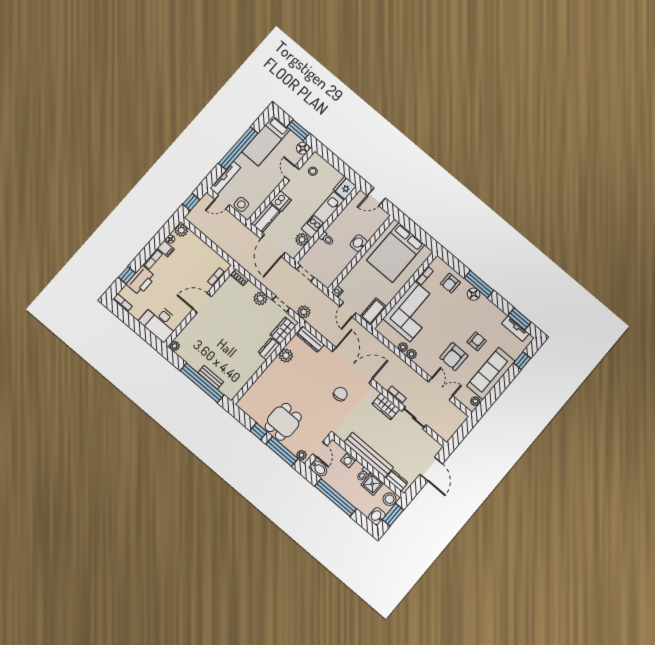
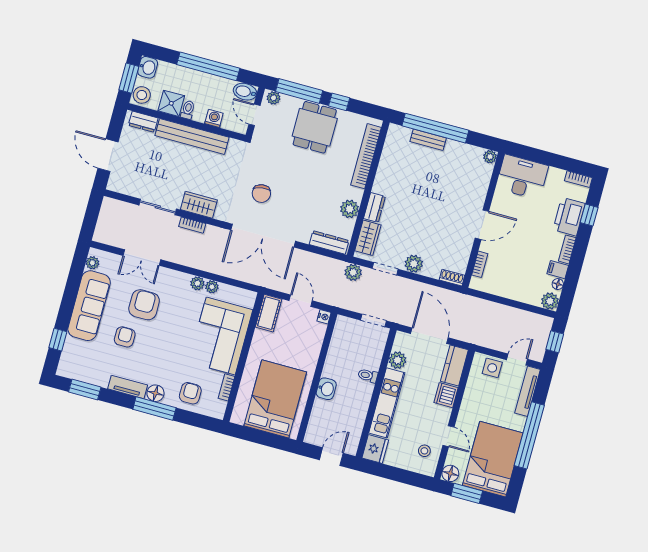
bed: (266, 141) -> (493, 459), width x1.50
tv unit: (515, 329) -> (128, 387), moved
armchair: (477, 341) -> (125, 337), turned 180
bookcase: (258, 386) -> (366, 156), added

